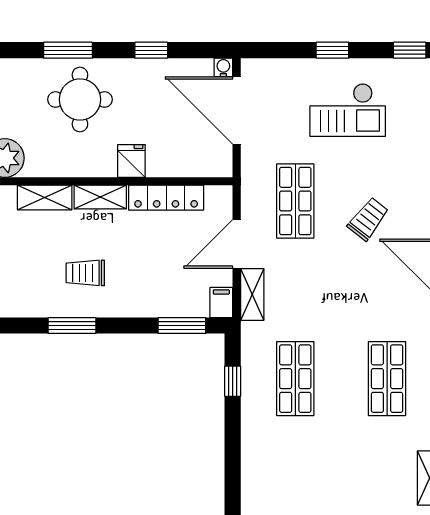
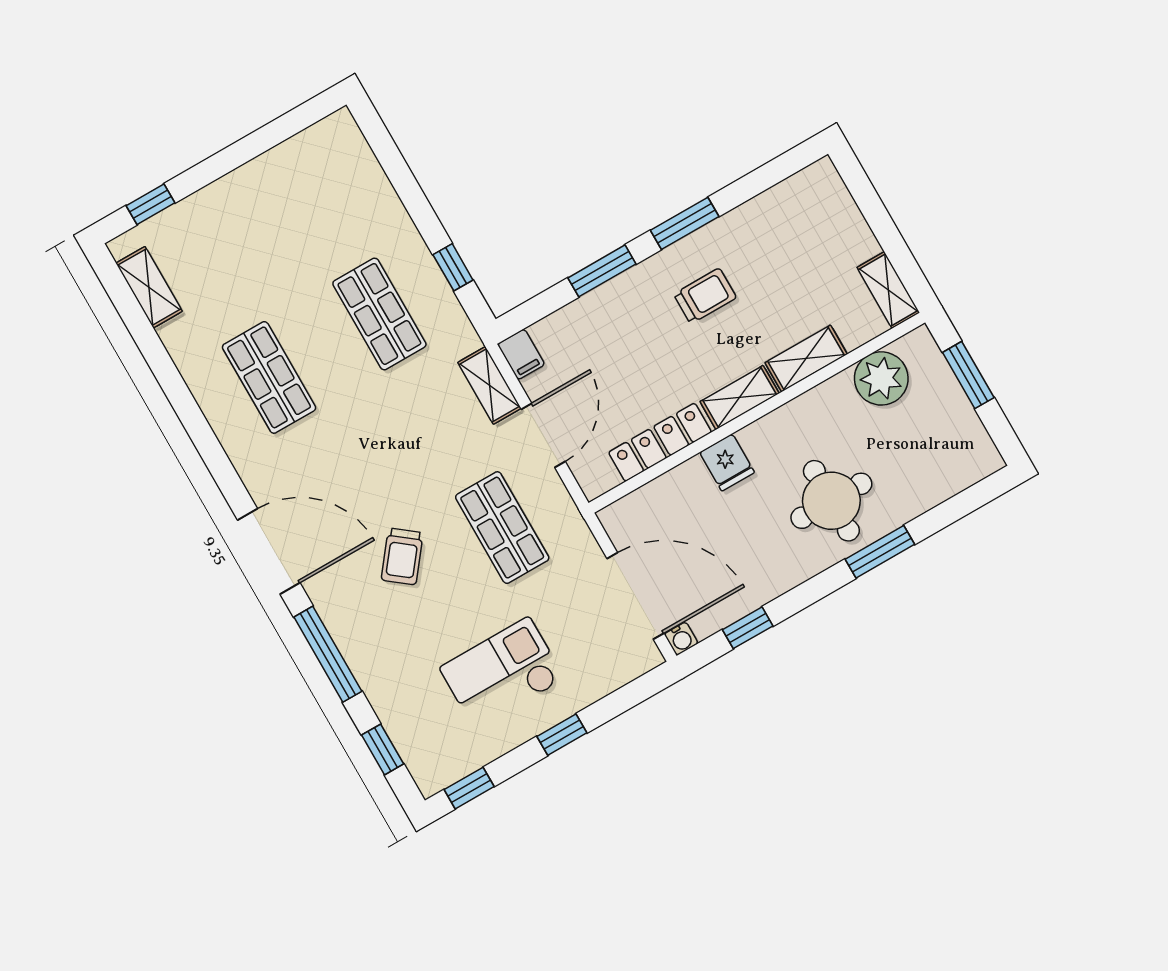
window: (151, 50) -> (748, 628), moved
window: (182, 326) -> (602, 271), moved

